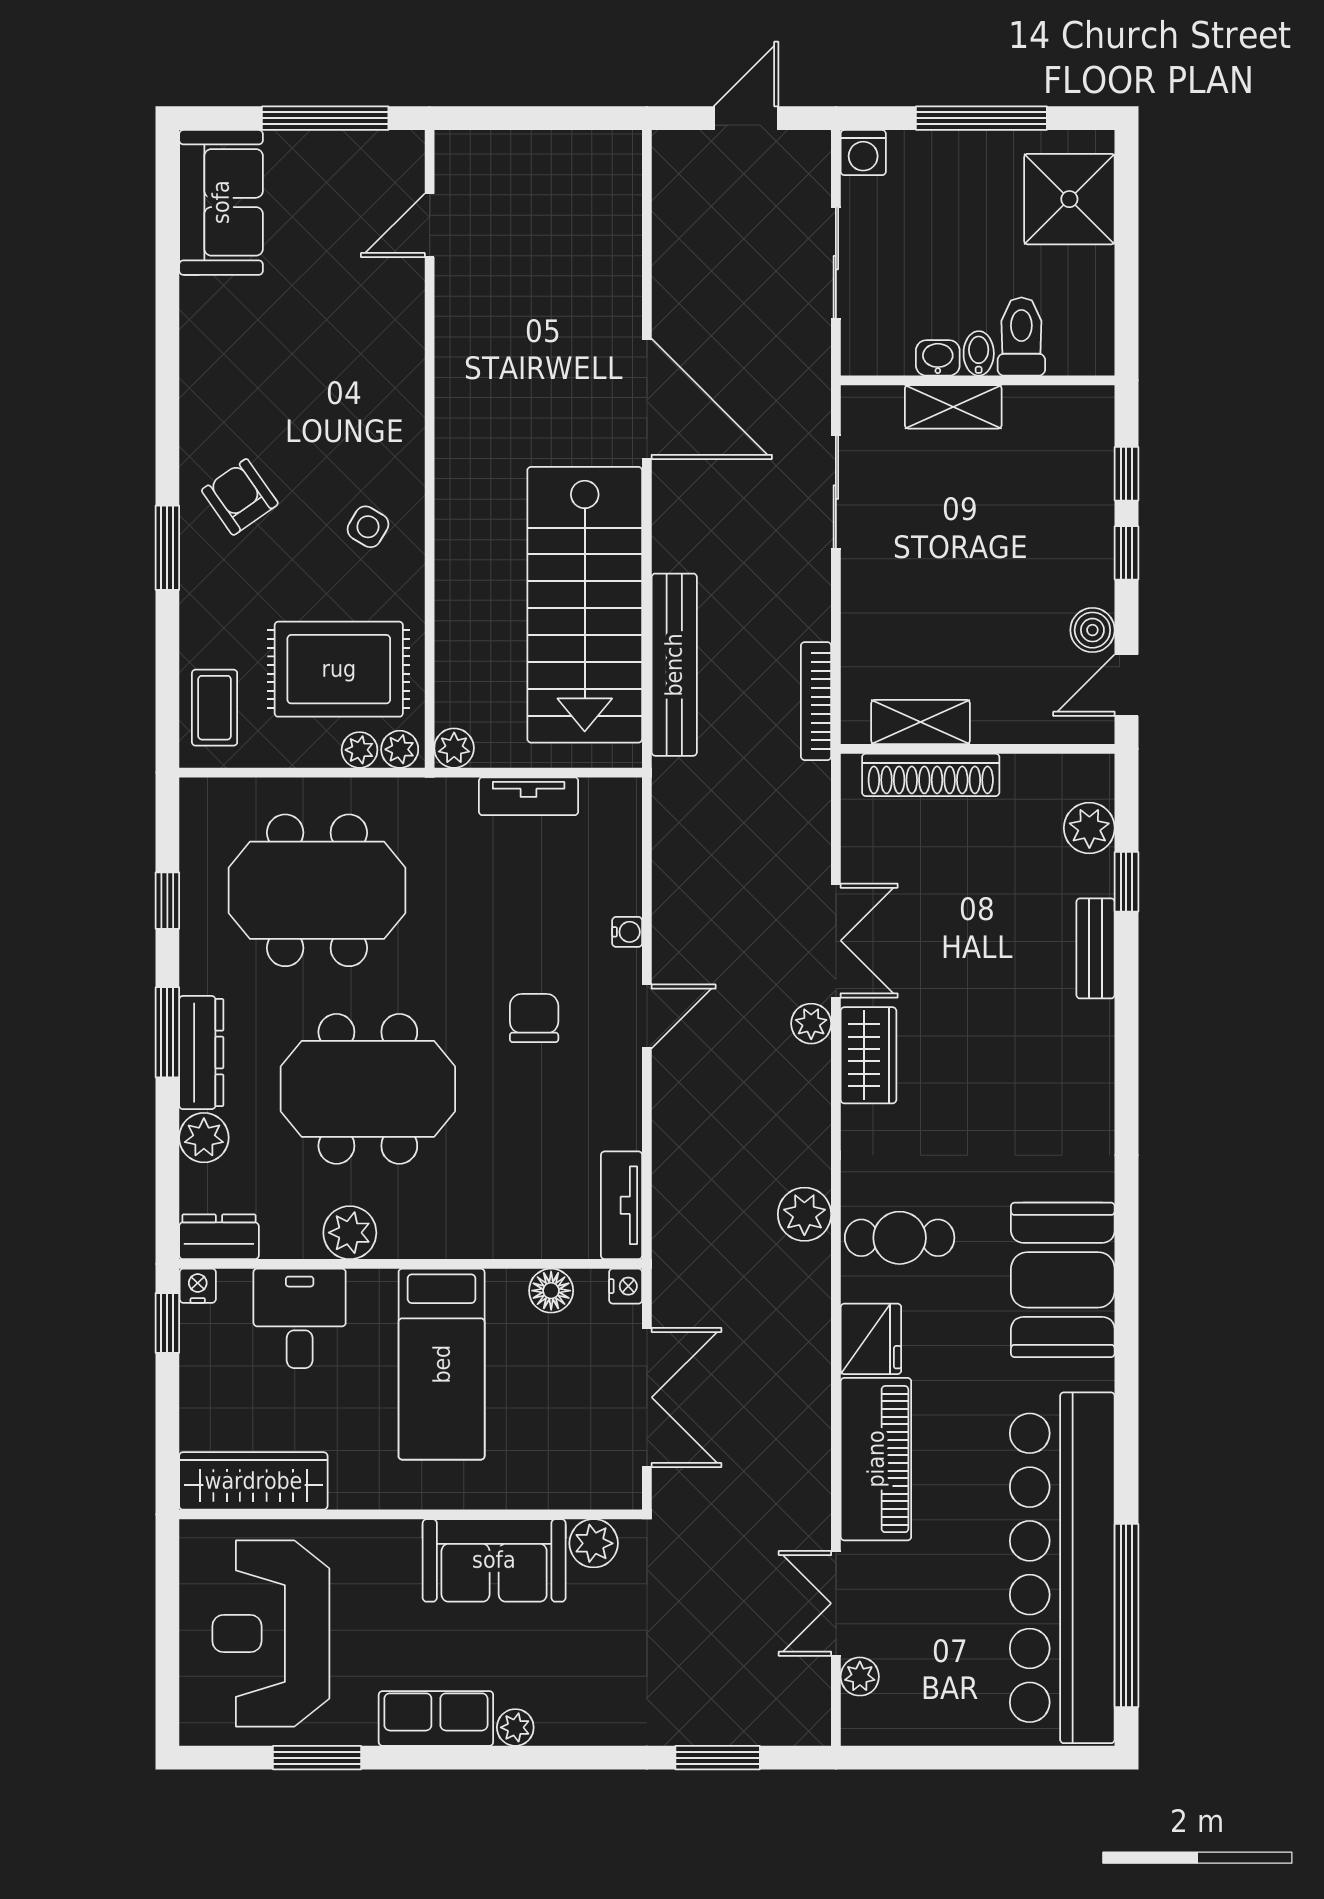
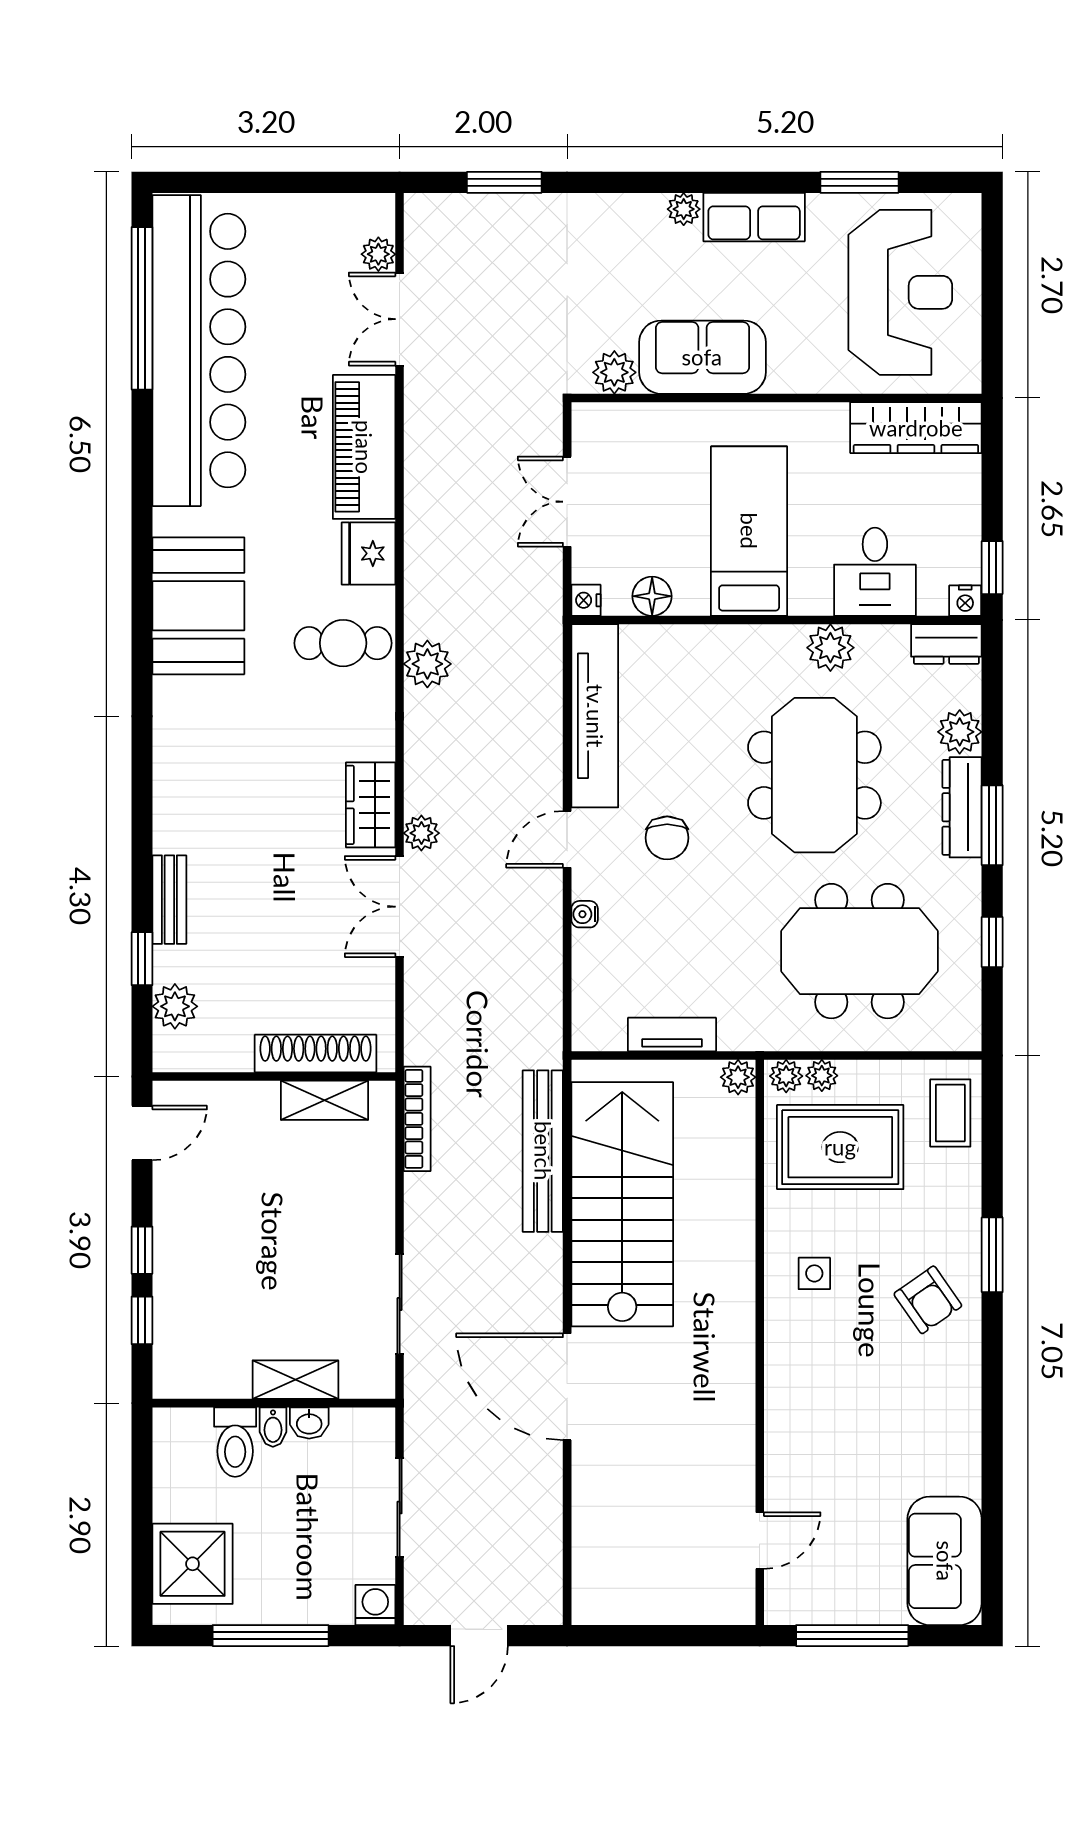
side table: (368, 527) -> (814, 1273), turned -31
boiler: (1092, 630) -> (172, 1182), removed
meeting table: (368, 1089) -> (814, 775), turned 90
tv unit: (622, 1205) -> (595, 716), width x1.92, depth x1.29
double door: (647, 1397) -> (567, 502), width x0.73
double door: (836, 1603) -> (400, 319), swing flipped

